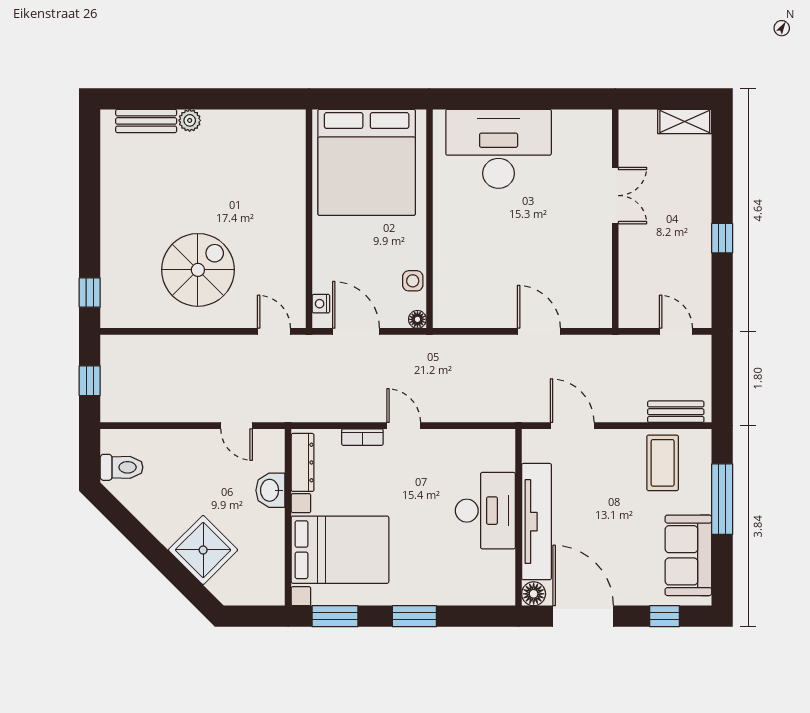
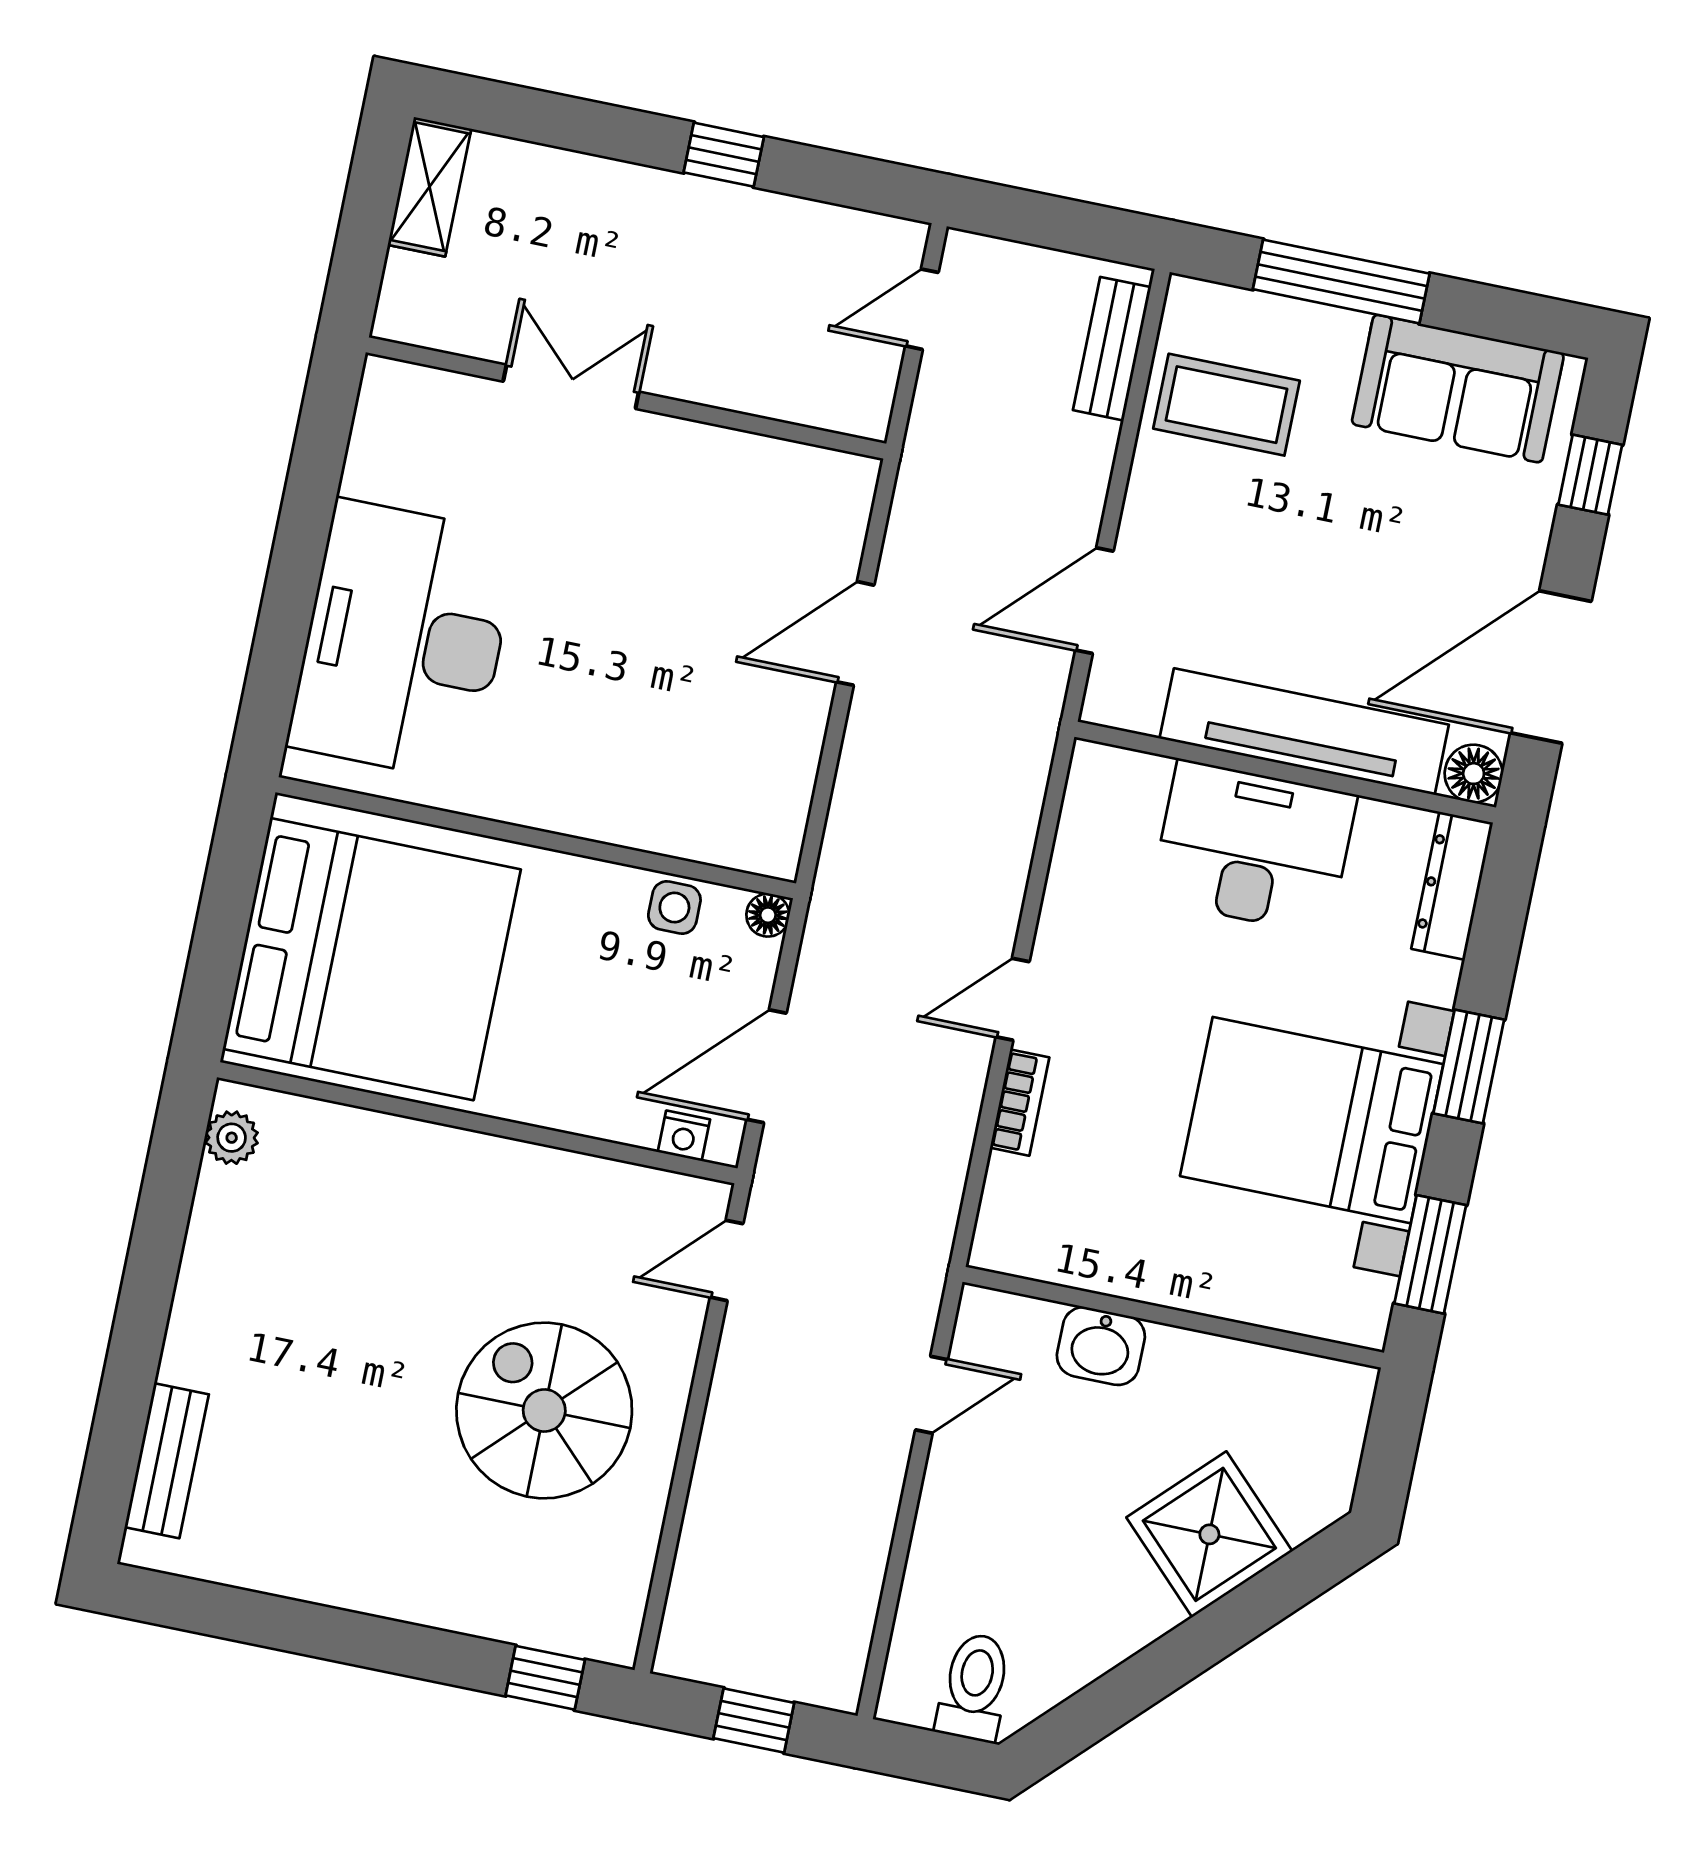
plant: (190, 120) -> (232, 1138), moved
dresser: (303, 462) -> (1452, 886), moved, turned -90
bed with nightstands: (340, 550) -> (1312, 1120), moved, turned -90

